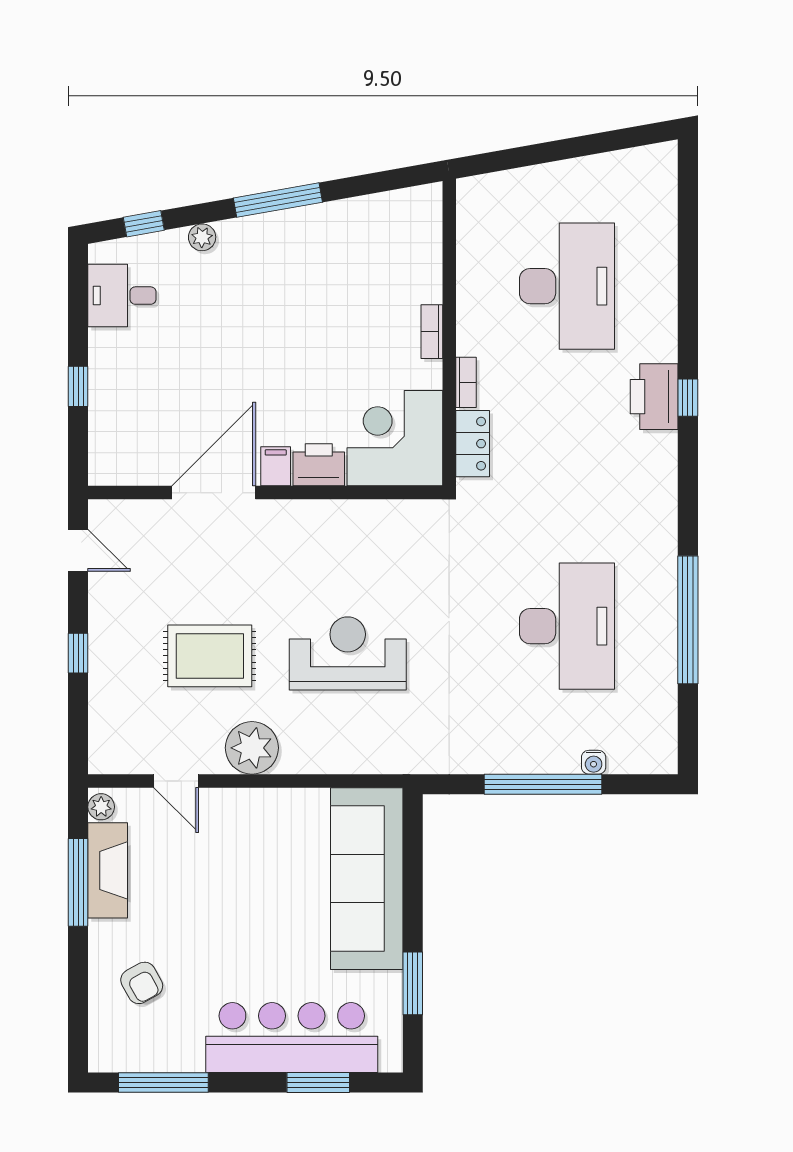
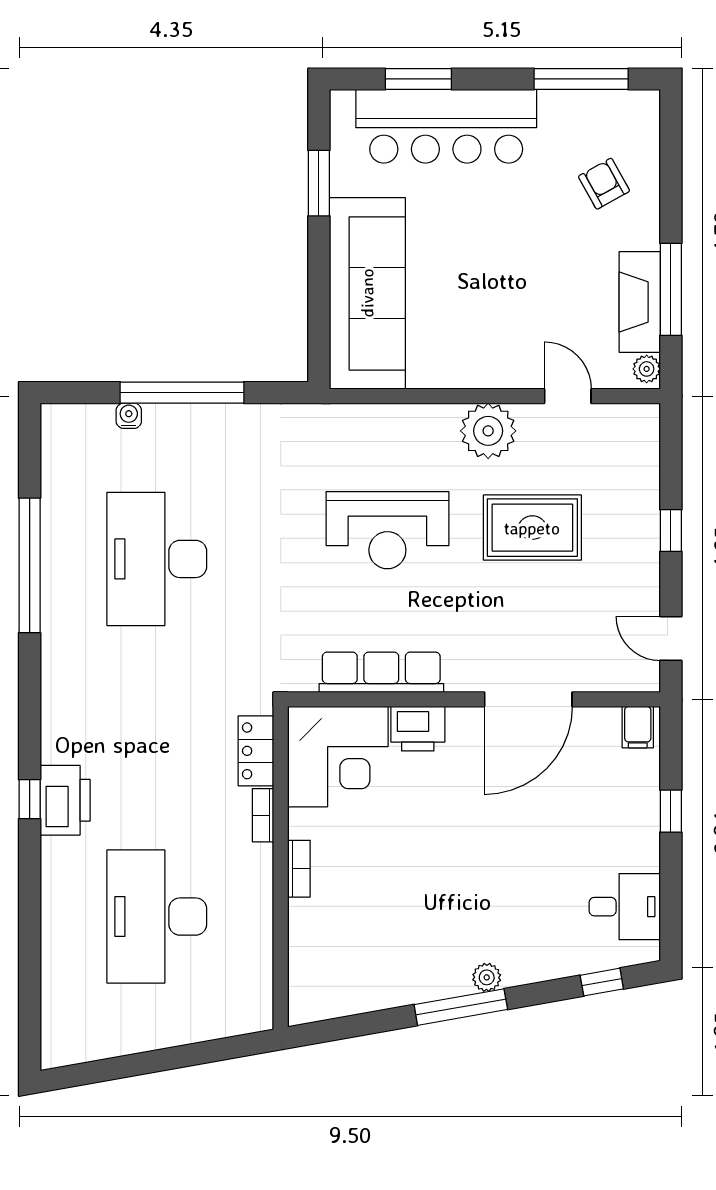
plant: (202, 237) -> (487, 977), moved
filing cabinet: (276, 466) -> (638, 727), moved
row of seats: (353, 518) -> (381, 672), added

